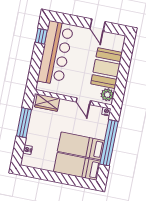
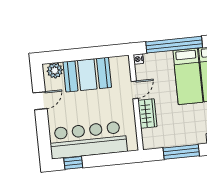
plant: (107, 95) -> (55, 70), moved
wardrobe: (47, 103) -> (147, 113), moved

